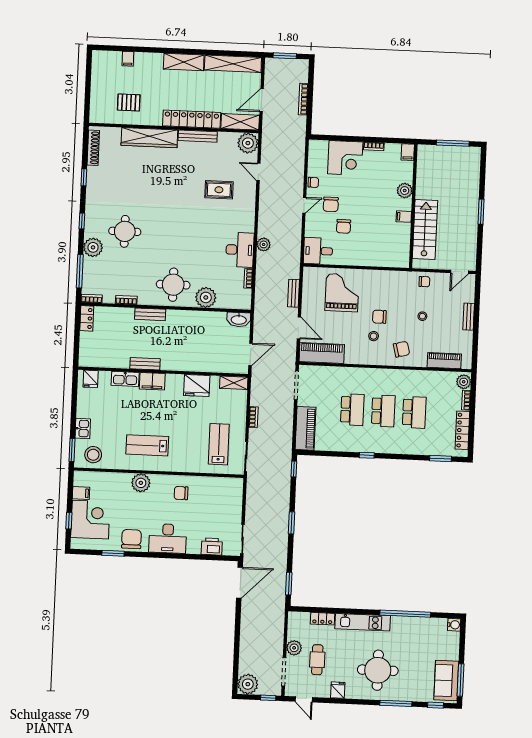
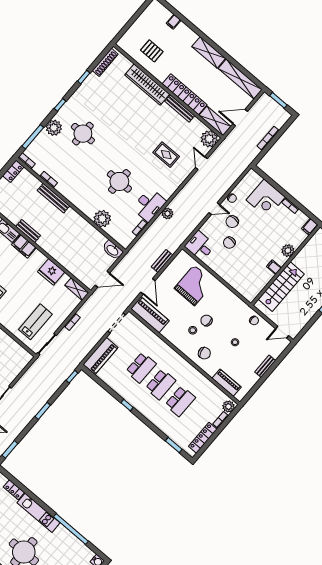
round table: (173, 285) -> (119, 181), moved
bench: (150, 314) -> (53, 198), width x1.36

